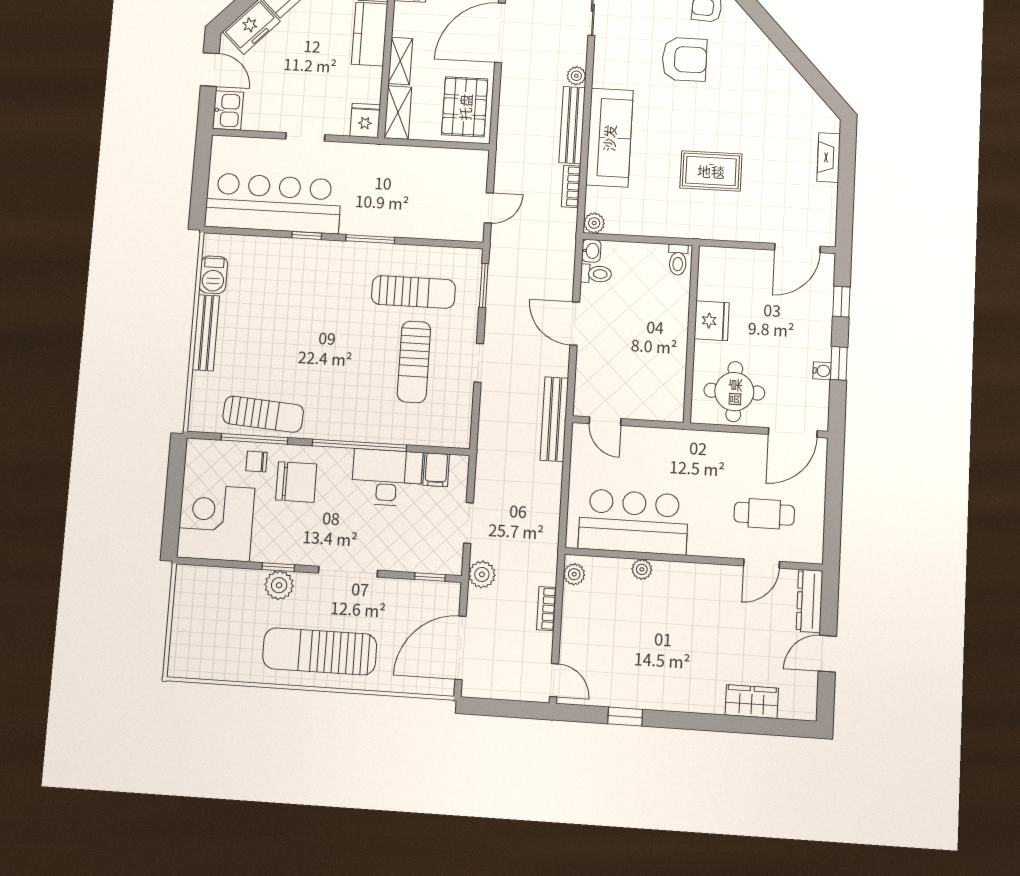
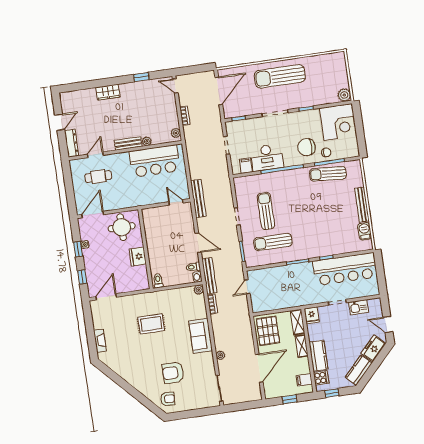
kitchen sink: (228, 110) -> (359, 307), moved, turned -90
bench: (572, 125) -> (209, 276), moved
sofa: (609, 138) -> (201, 336), width x0.73
bench: (684, 573) -> (128, 143), added
plant: (482, 574) -> (216, 124), removed
plant: (279, 585) -> (344, 95), moved
sun lounger: (320, 651) -> (280, 76), turned 180
wardrobe: (752, 702) -> (108, 92), moved

